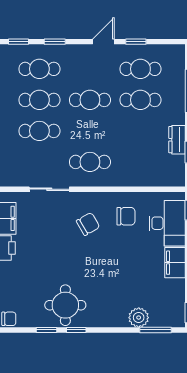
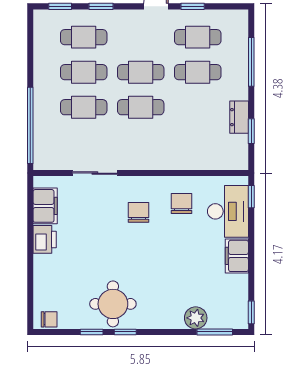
cafe table: (90, 162) -> (141, 107), moved
chair: (126, 216) -> (181, 204), turned -90
chair: (88, 224) -> (139, 212), turned -60

